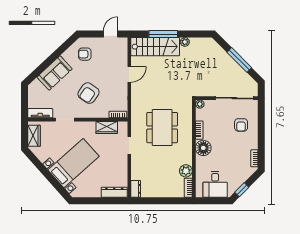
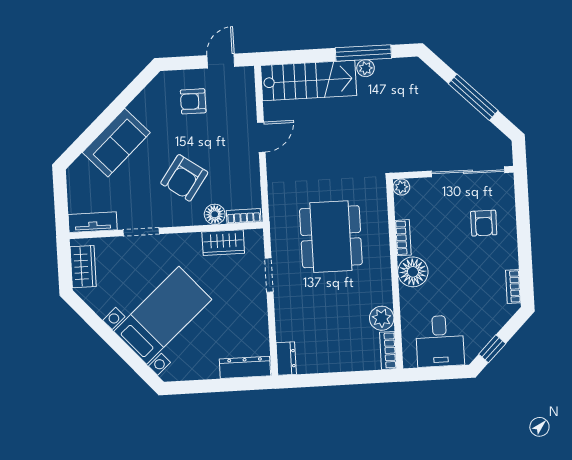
window: (163, 34) -> (363, 53), moved
armchair: (85, 54) -> (193, 101), moved
floor lamp: (103, 113) -> (215, 214), added

